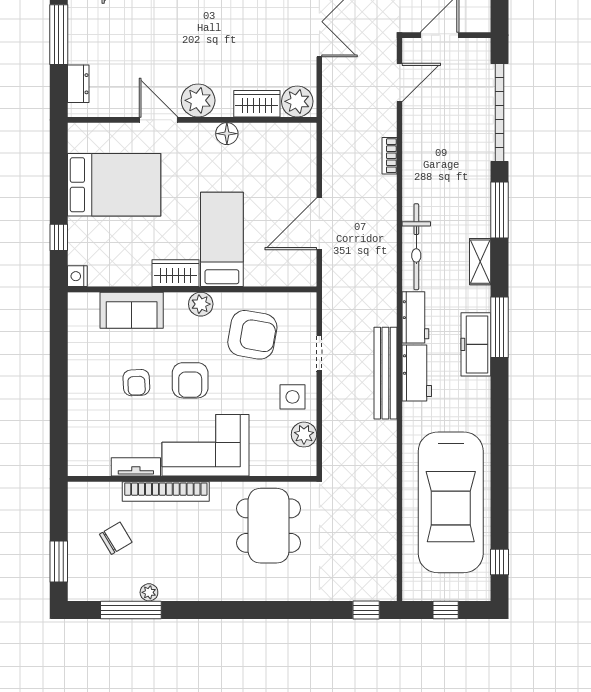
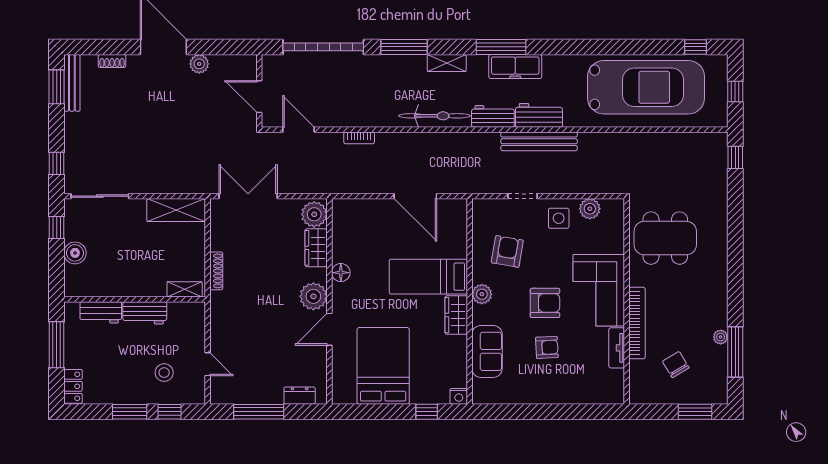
armchair: (252, 335) -> (507, 251), width x0.73, depth x0.73

